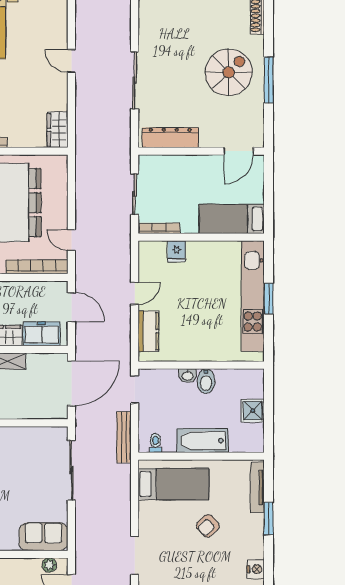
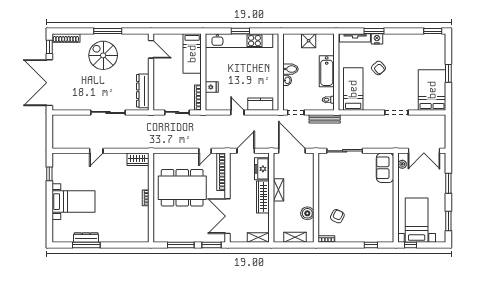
nightstand: (256, 569) -> (377, 39), moved

